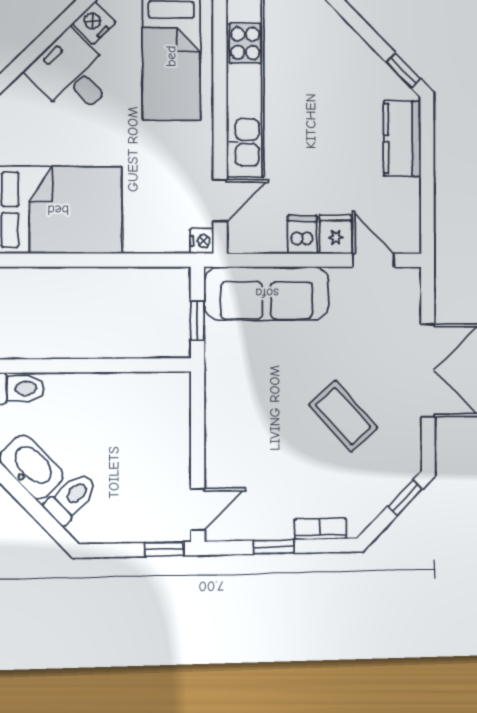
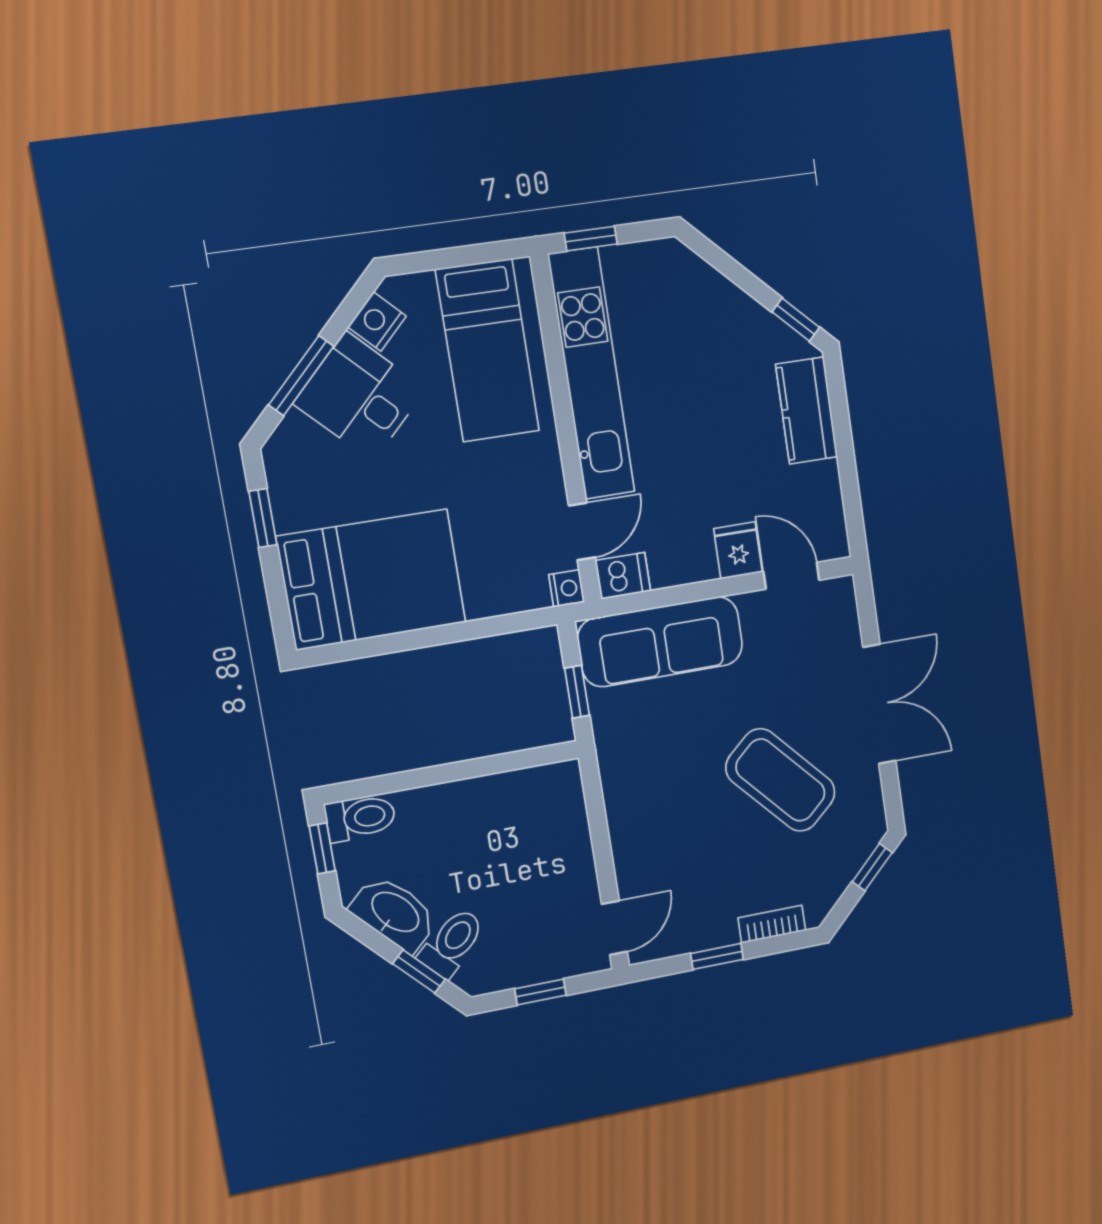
window: (32, 53) -> (301, 376), added
dishwasher: (302, 235) -> (623, 576), moved, turned 90
coffee table: (343, 416) -> (780, 780), width x1.36, depth x1.32
window: (42, 516) -> (419, 971), added
window: (164, 549) -> (540, 992), moved

